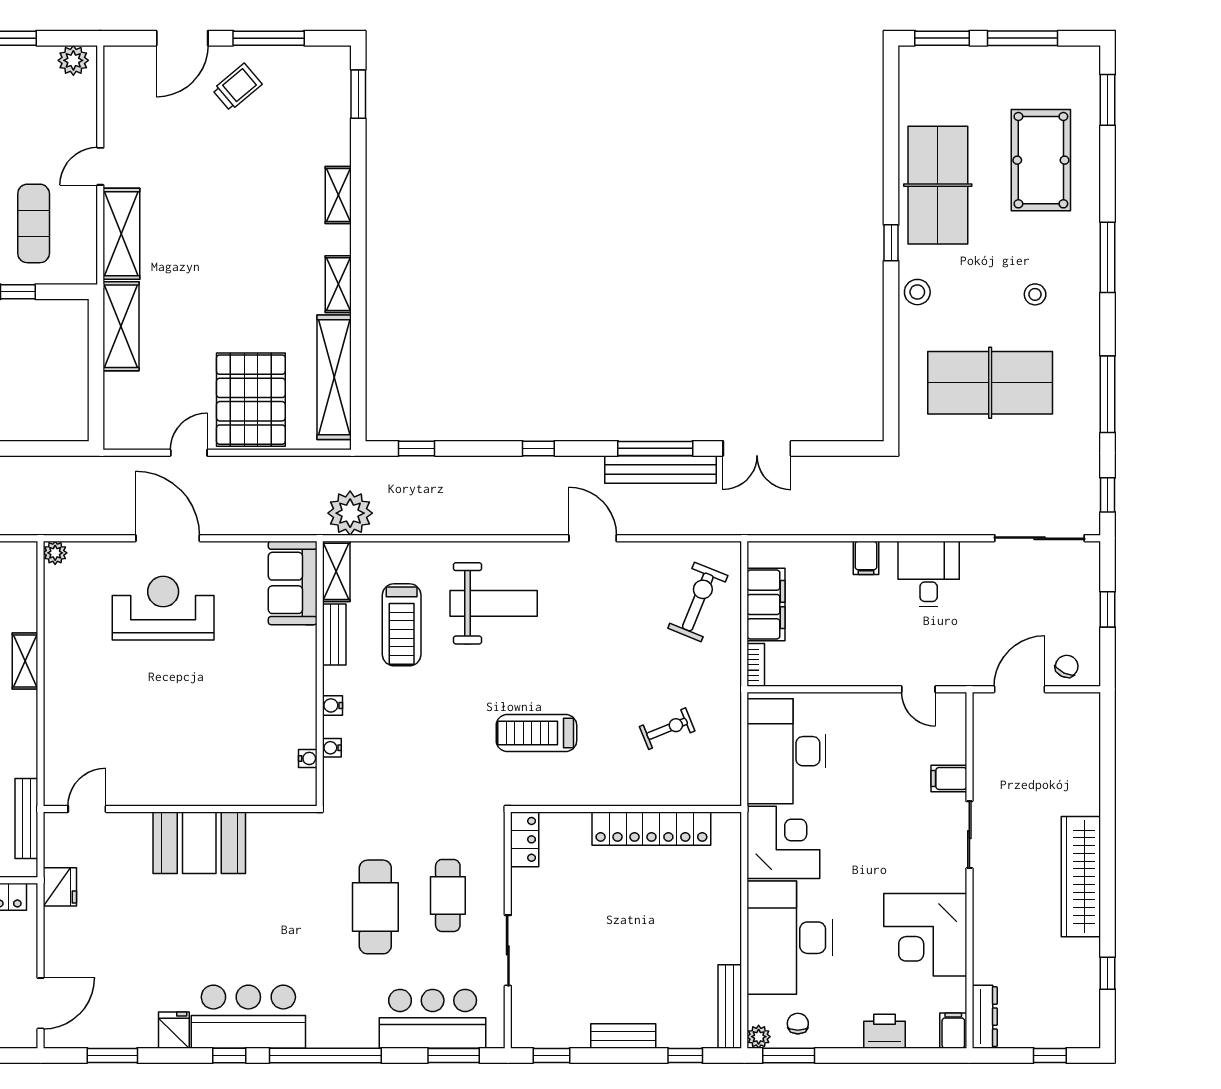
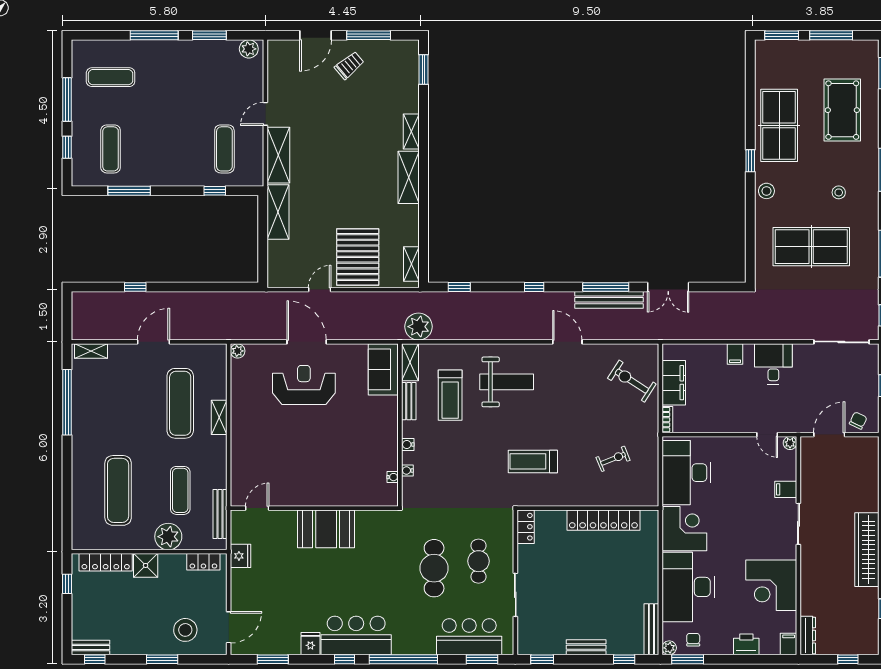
shelving: (338, 284) -> (409, 177), width x1.50, depth x1.33
shelving: (334, 377) -> (411, 264), width x0.45, depth x0.75
exercise bike: (698, 602) -> (632, 381), turned -79
plant: (956, 703) -> (790, 443), added

